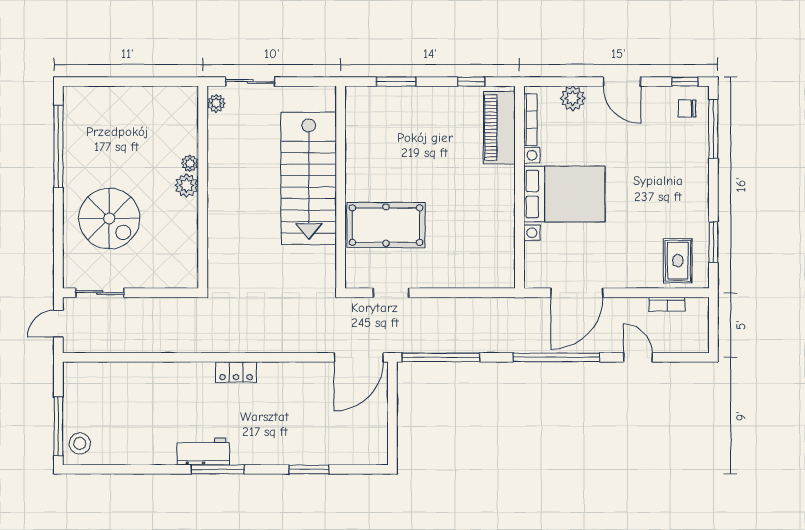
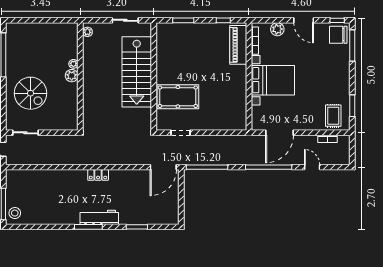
sliding door: (250, 82) -> (125, 20), moved
chair: (687, 109) -> (338, 35), width x1.87, depth x1.87
workbench: (203, 452) -> (99, 217), moved, width x1.38

